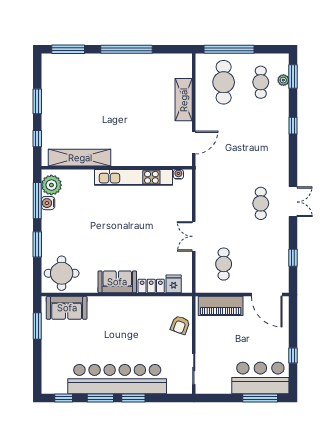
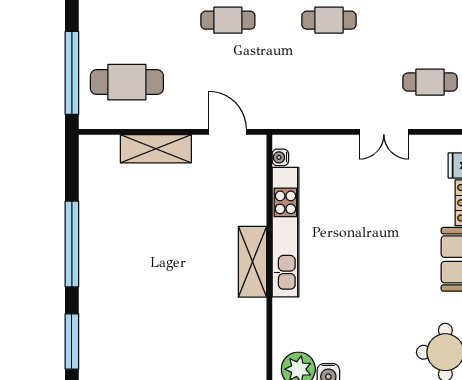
cafe table: (261, 82) -> (228, 20), moved
shelving: (80, 158) -> (252, 262), moved, width x0.68

